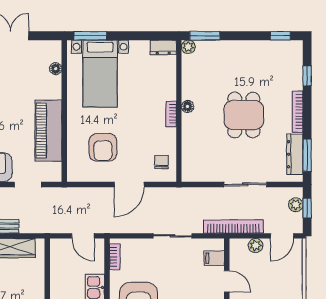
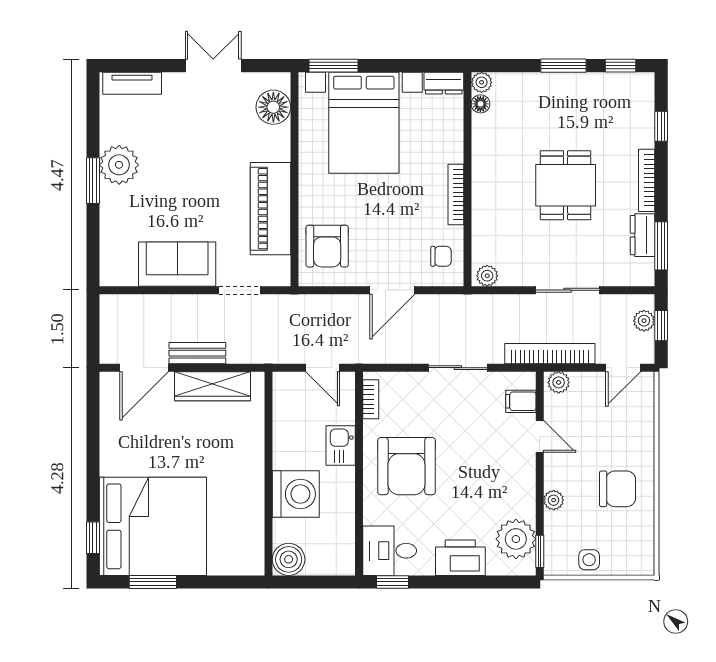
window: (205, 36) -> (563, 66), moved
floor lamp: (56, 69) -> (273, 107), width x1.89, depth x1.89
bed with nightstands: (100, 74) -> (364, 123), width x1.36
floor lamp: (188, 106) -> (480, 104), moved
bookcase: (171, 114) -> (456, 195), width x1.56
armchair: (103, 147) -> (327, 246), moved
dresser: (295, 154) -> (643, 235), width x0.70
chair: (161, 162) -> (441, 256), turned 90
plant: (192, 175) -> (487, 276), added
plant: (256, 246) -> (559, 382), moved

